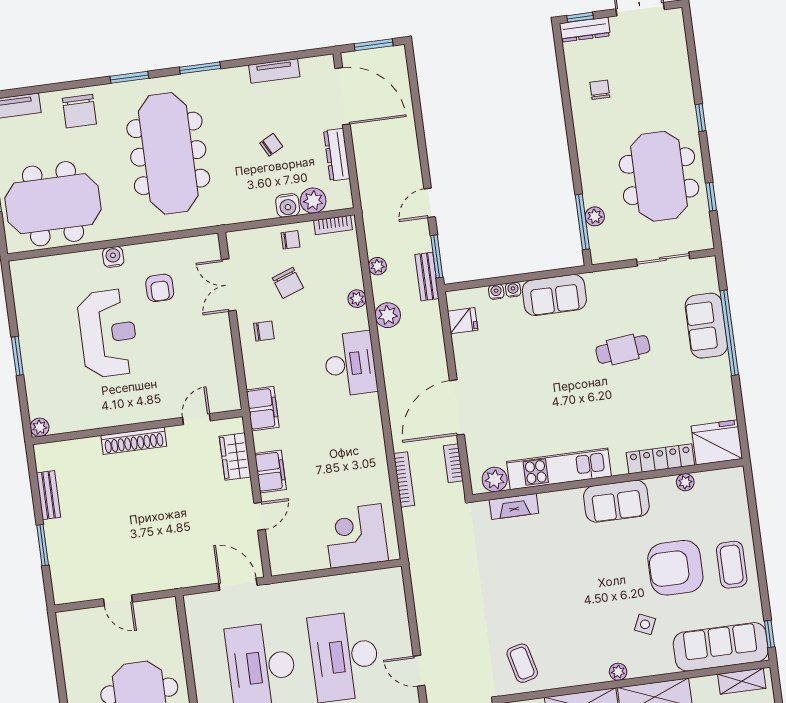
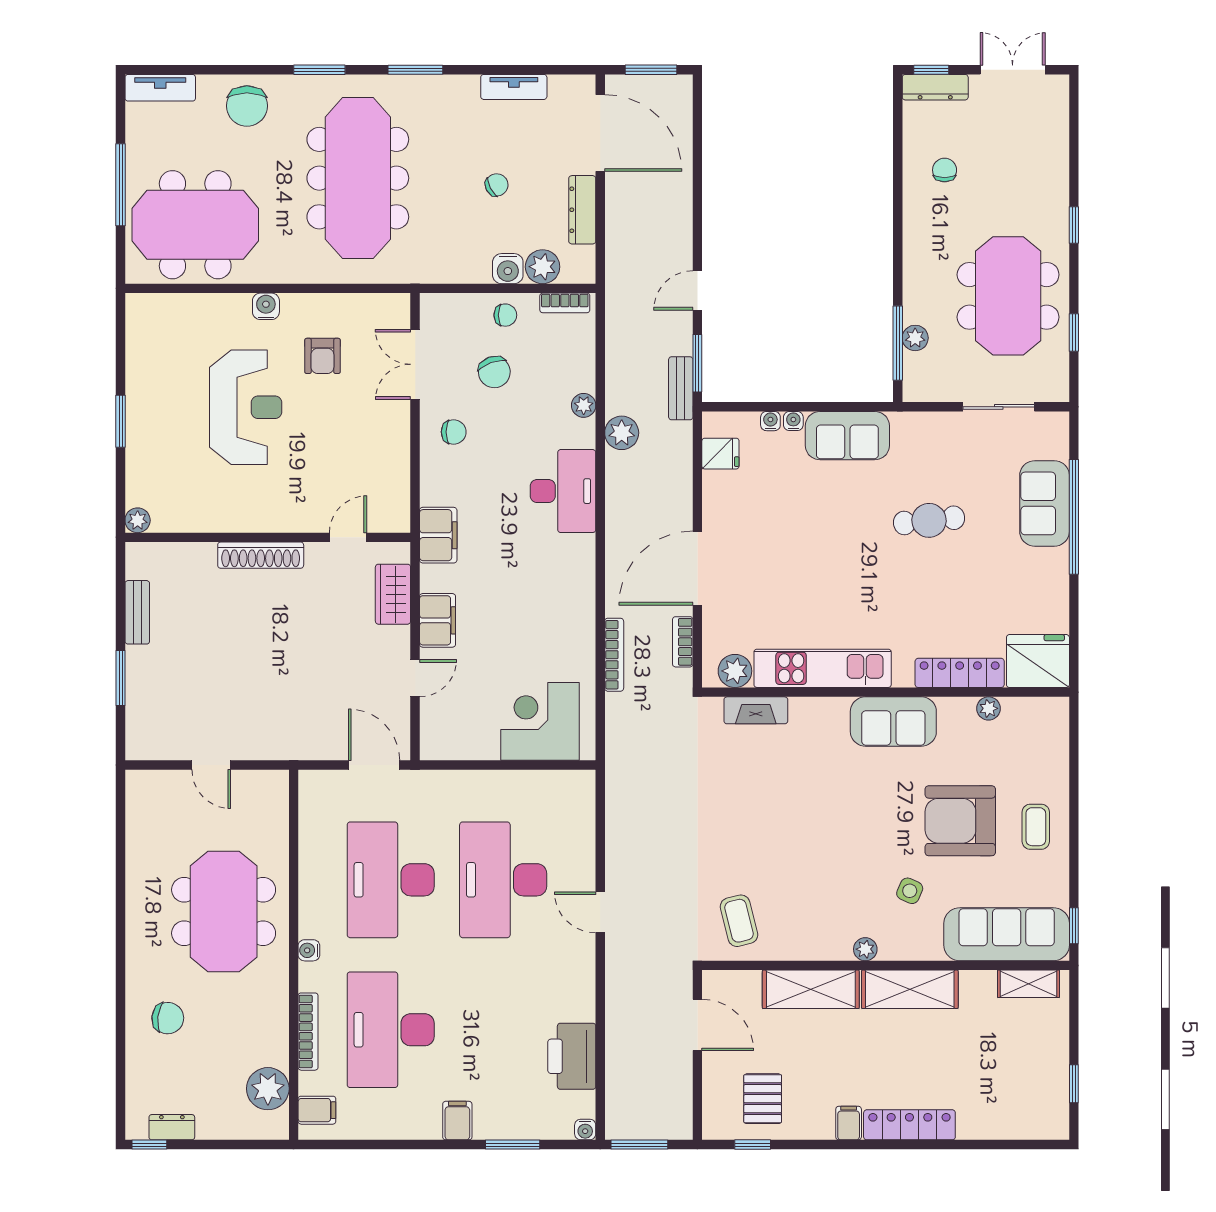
plant: (377, 266) -> (617, 366), removed
coffee table: (732, 565) -> (1036, 827), width x0.73, depth x0.77

